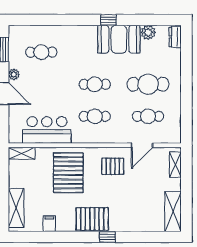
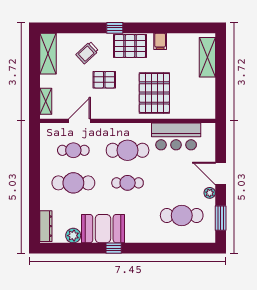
dresser: (175, 37) -> (46, 226), width x1.44
cafe table: (41, 52) -> (182, 215), width x1.37, depth x1.35
cafe table: (95, 116) -> (128, 150), width x1.37, depth x1.35
shelving: (22, 153) -> (202, 113), removed
pallet: (113, 166) -> (104, 80), moved
trolley: (134, 212) -> (87, 53), added
filing cabinet: (49, 224) -> (160, 41), moved

